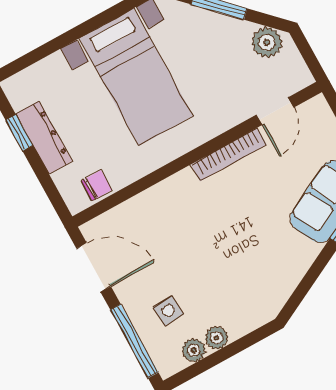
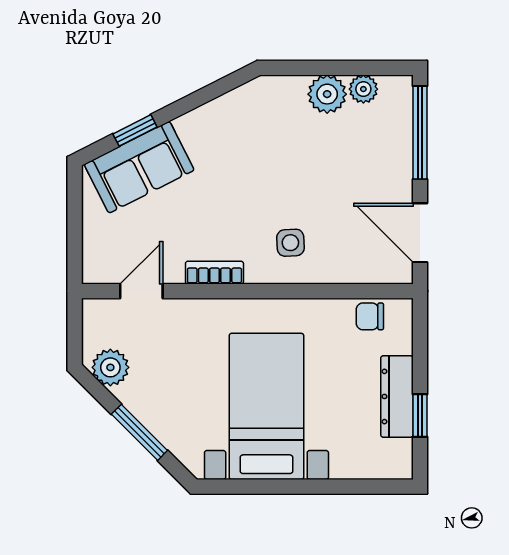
bookcase: (229, 155) -> (214, 273), width x0.64
side table: (168, 311) -> (290, 243), moved
plant: (217, 338) -> (327, 94), width x1.38, depth x1.38

